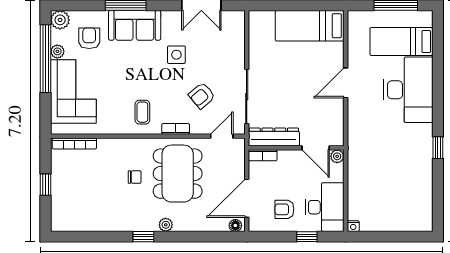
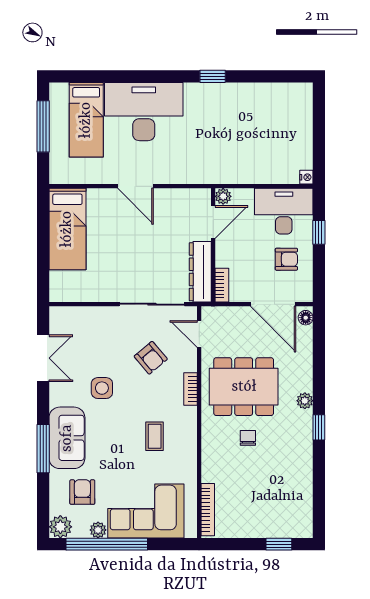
armchair: (89, 38) -> (82, 492), turned 90
coffee table: (142, 112) -> (155, 436), moved, turned 90
window: (46, 185) -> (279, 544), moved
armchair: (284, 209) -> (286, 259), turned -90

